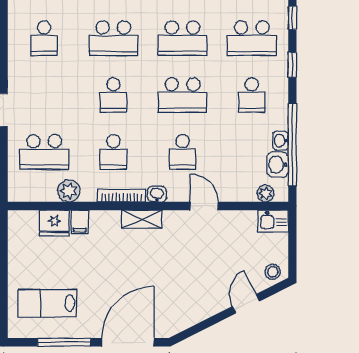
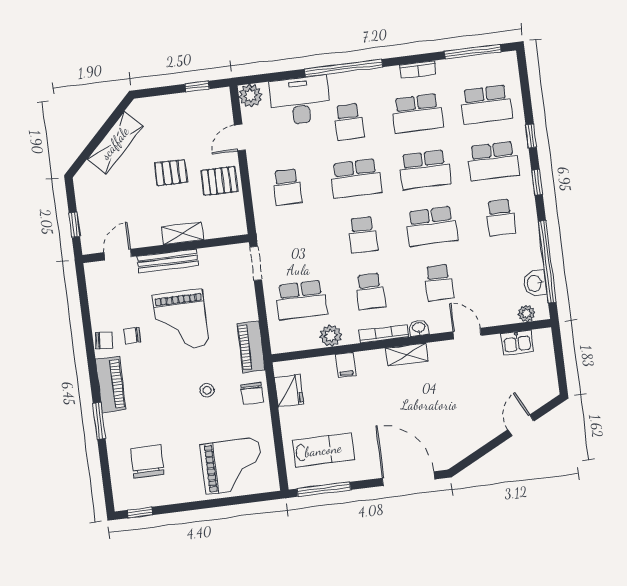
washbasin: (281, 141) -> (535, 259), removed
kitchen sink: (273, 221) -> (517, 342), moved
fridge: (54, 223) -> (289, 391), moved, turned -90
stool: (273, 272) -> (543, 390), removed
lab bench: (47, 303) -> (323, 450), turned 180
window: (64, 342) -> (324, 489), moved
door: (128, 342) -> (409, 479), hinge flipped

